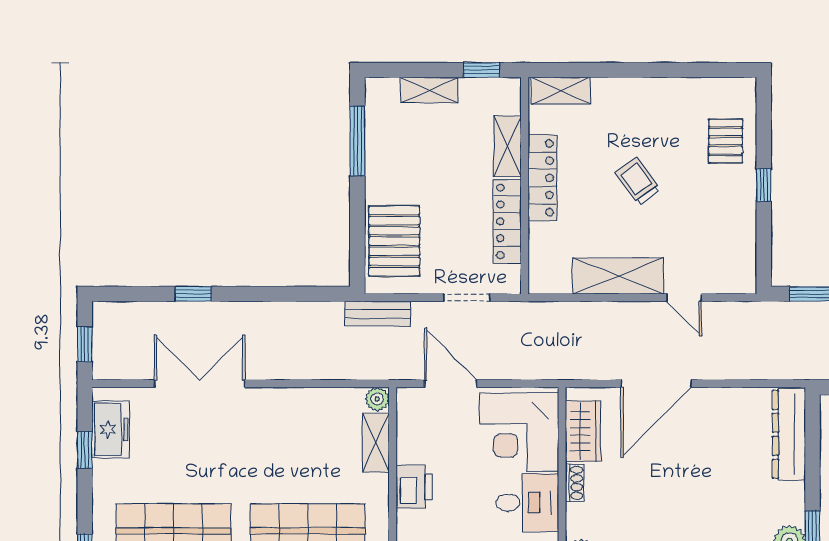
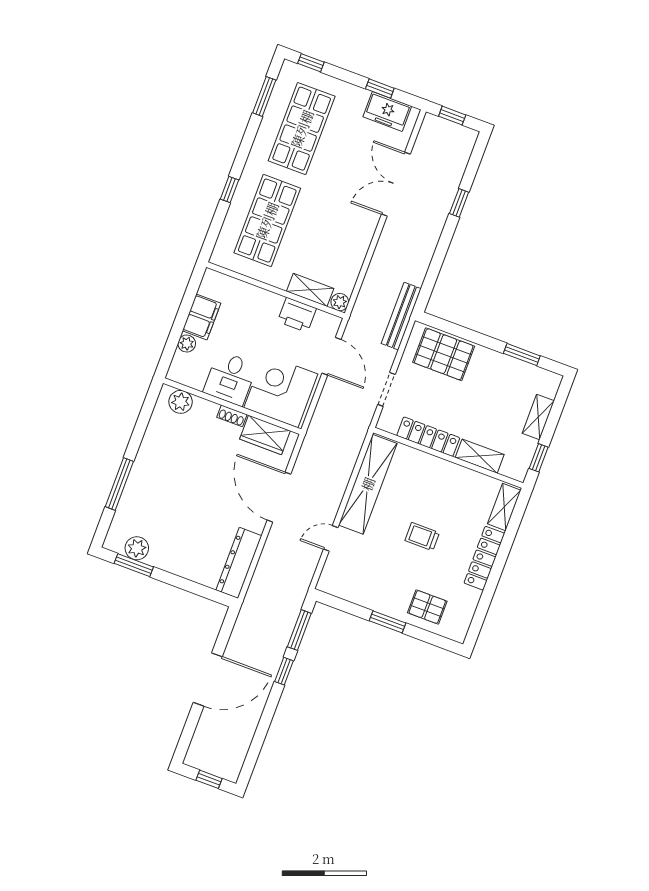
window: (357, 141) -> (522, 355), width x0.69
locker: (542, 178) -> (484, 558), moved, turned 90
trolley: (638, 181) -> (422, 537), turned -144
window: (764, 185) -> (387, 622), width x1.50
shelving: (618, 276) -> (368, 484), width x1.47
bench: (378, 314) -> (401, 316), width x1.36
double door: (200, 384) -> (396, 184), swing flipped
door: (451, 384) -> (332, 356), hinge flipped
dresser: (789, 434) -> (239, 563), moved, turned -90
printer: (414, 487) -> (297, 315), moved

